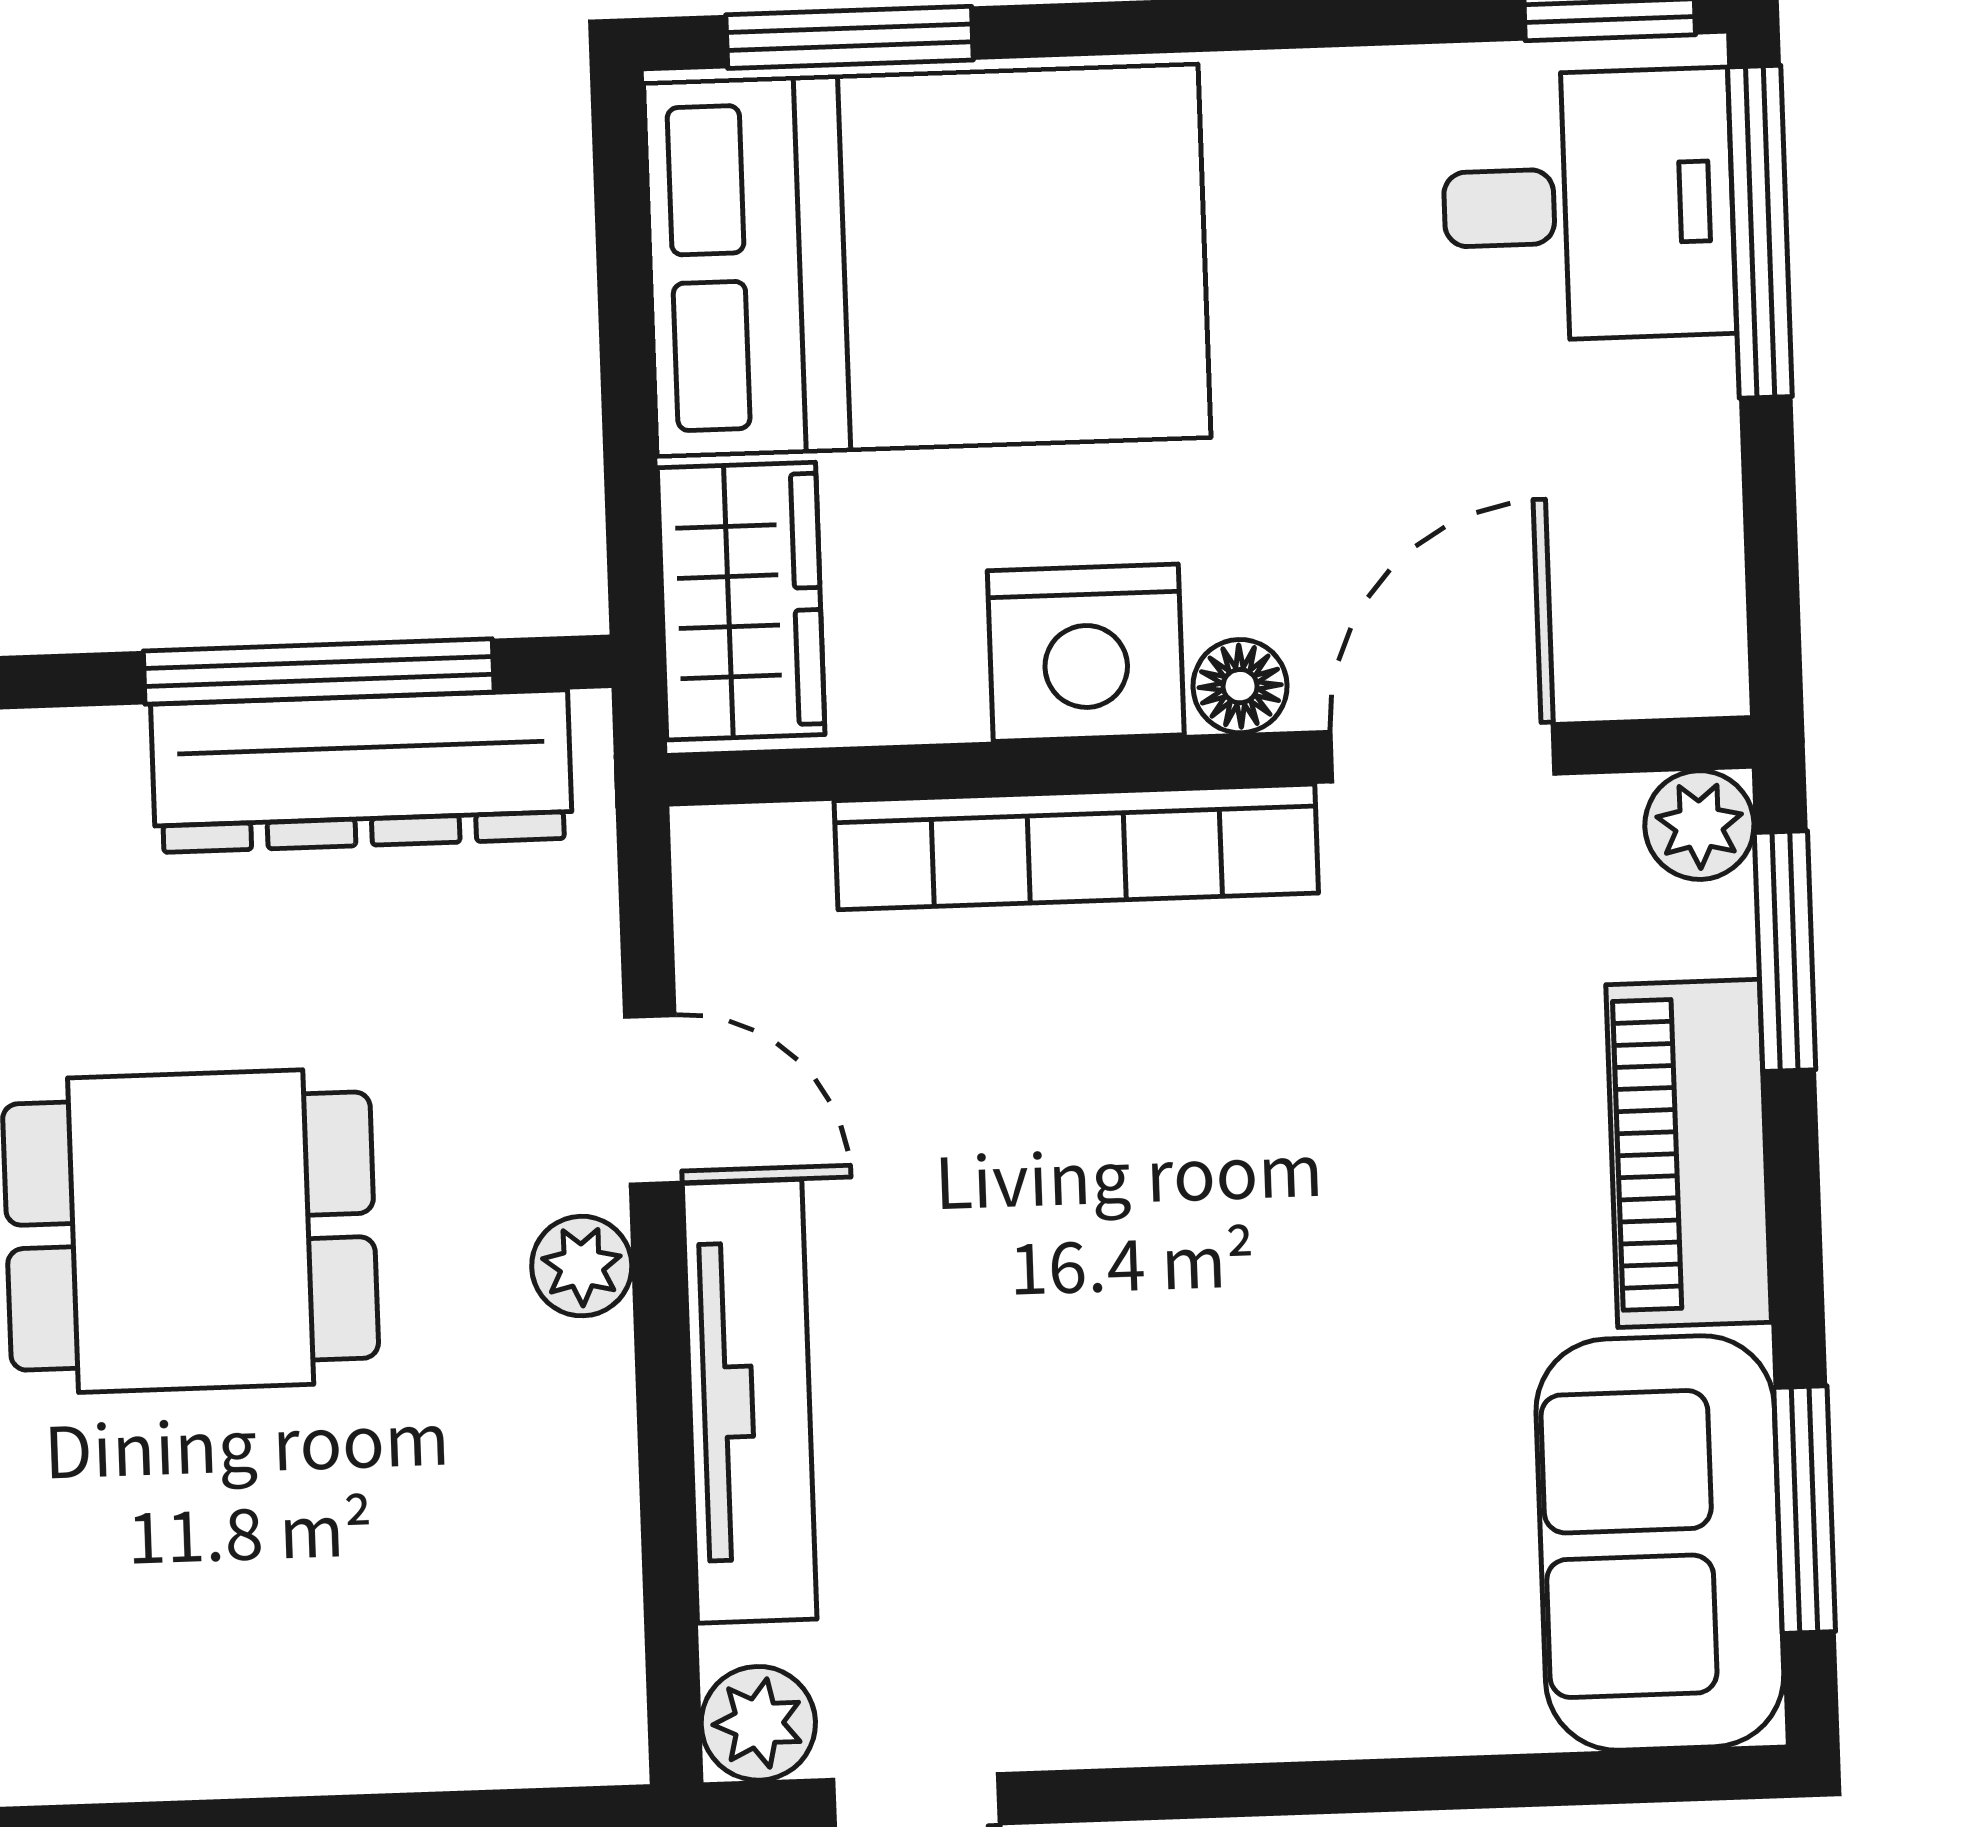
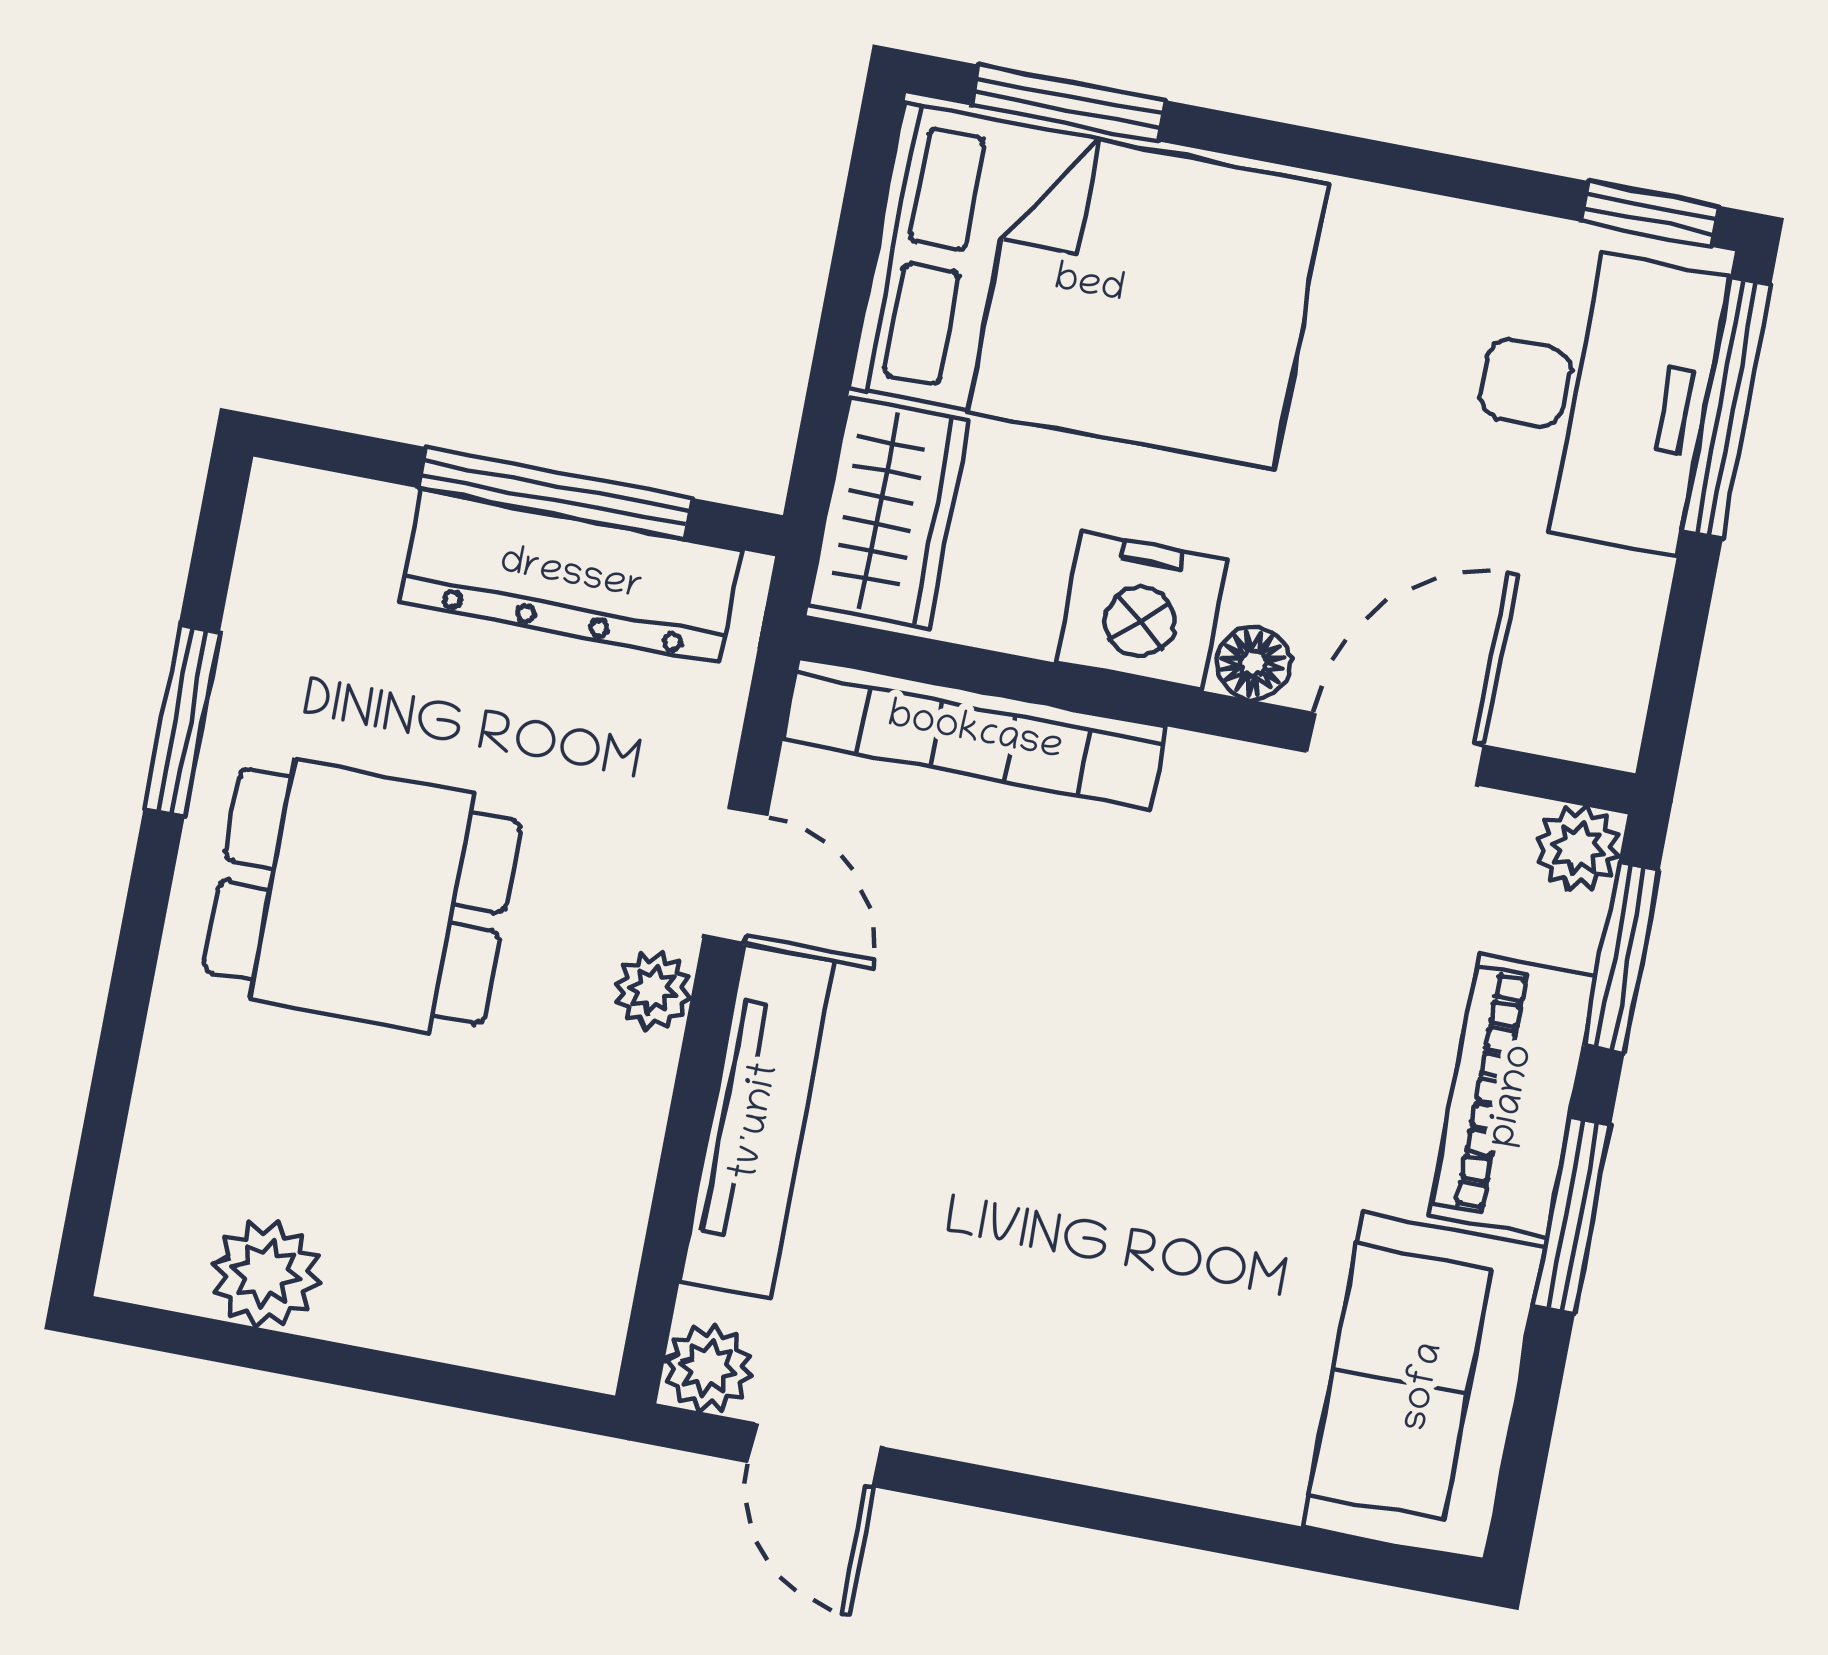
desk: (1588, 205) -> (1593, 396), width x1.37
bookcase: (1076, 847) -> (975, 733), moved
window: (1805, 1510) -> (1572, 1216), moved
plant: (178, 1731) -> (266, 1274), added

